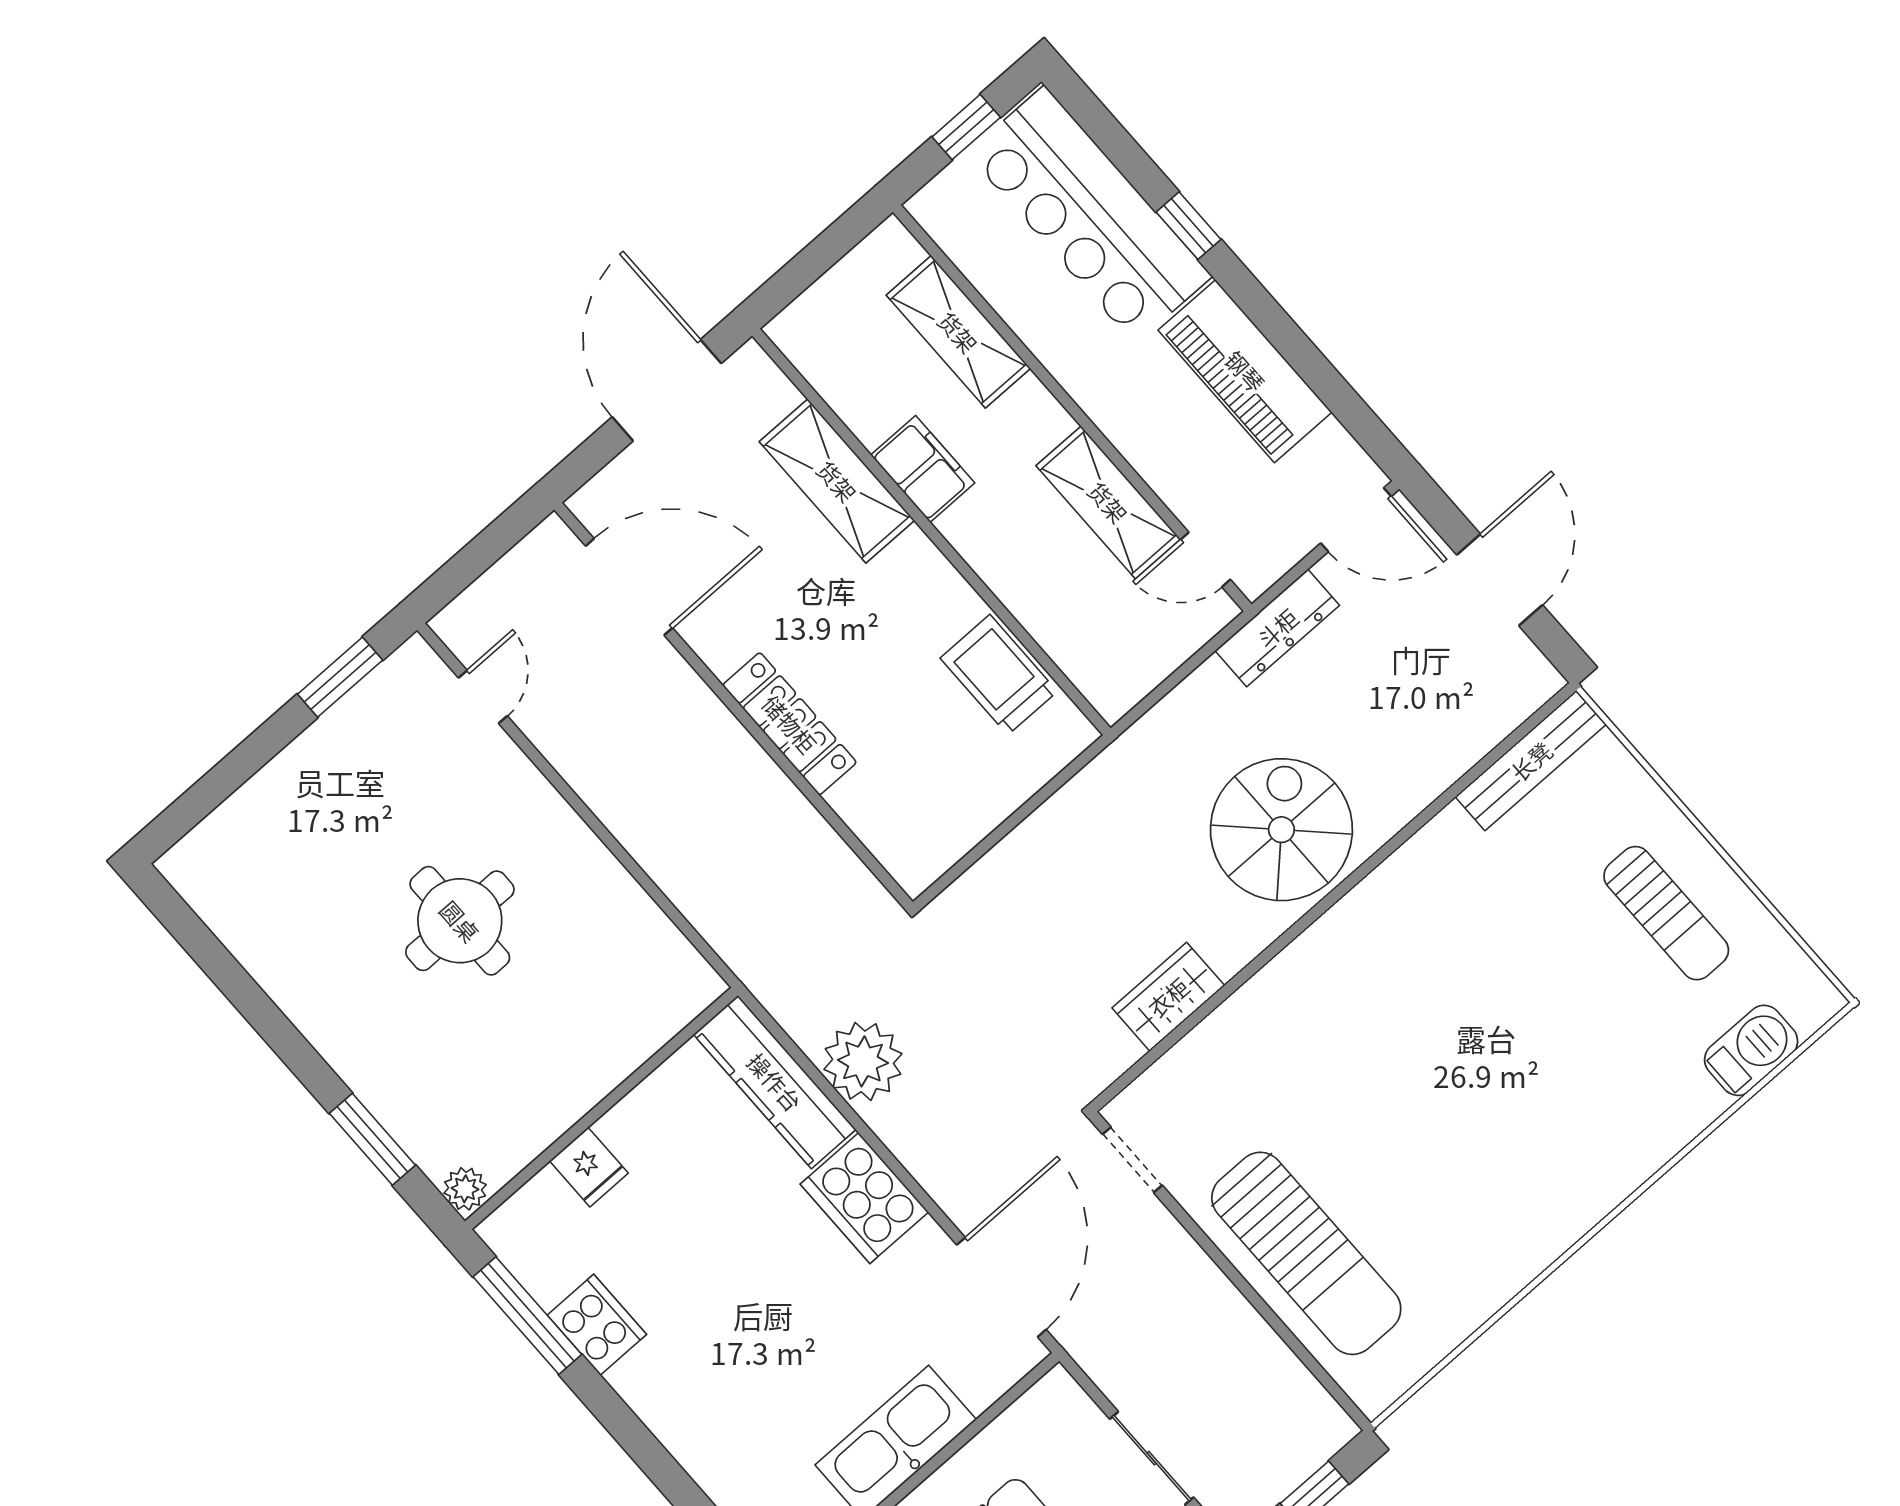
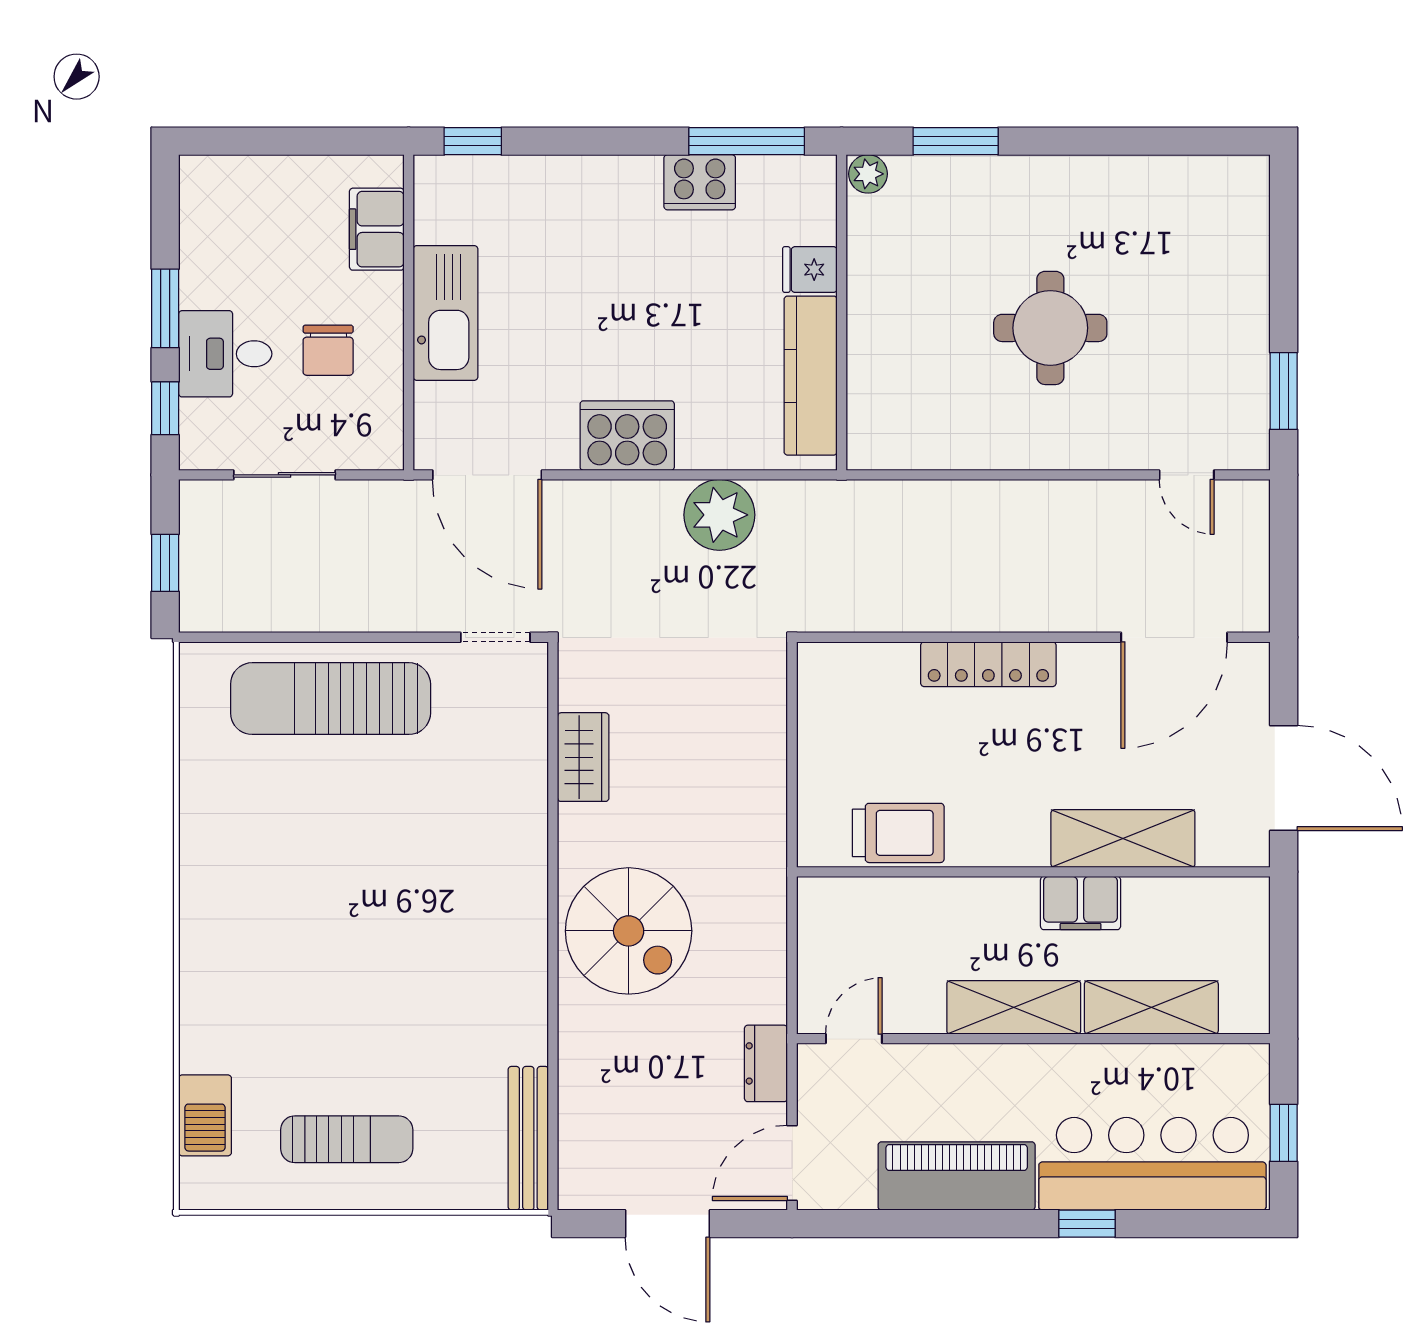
shelving: (1108, 502) -> (1014, 1007), moved
dresser: (1277, 628) -> (766, 1063), width x0.70
sun lounger: (1666, 913) -> (347, 1139), turned 180
kitchen counter: (775, 1082) -> (811, 376), moved, turned -90

